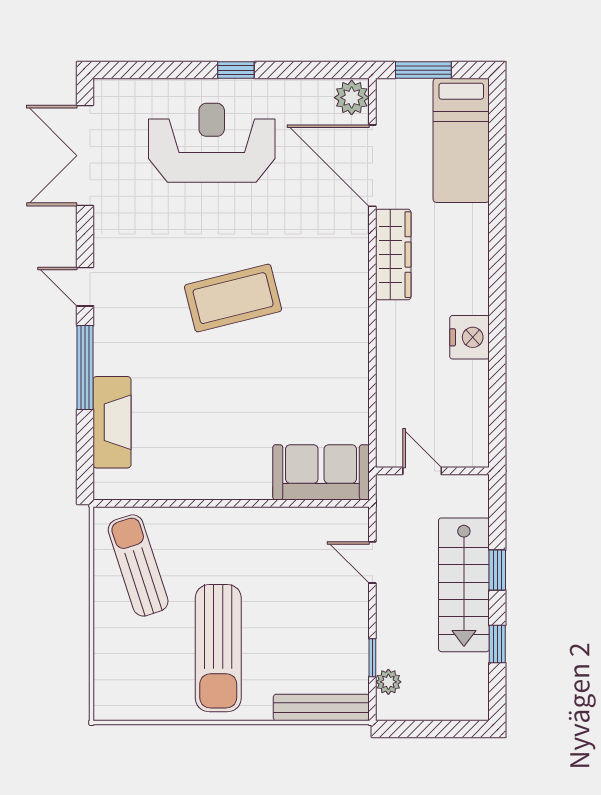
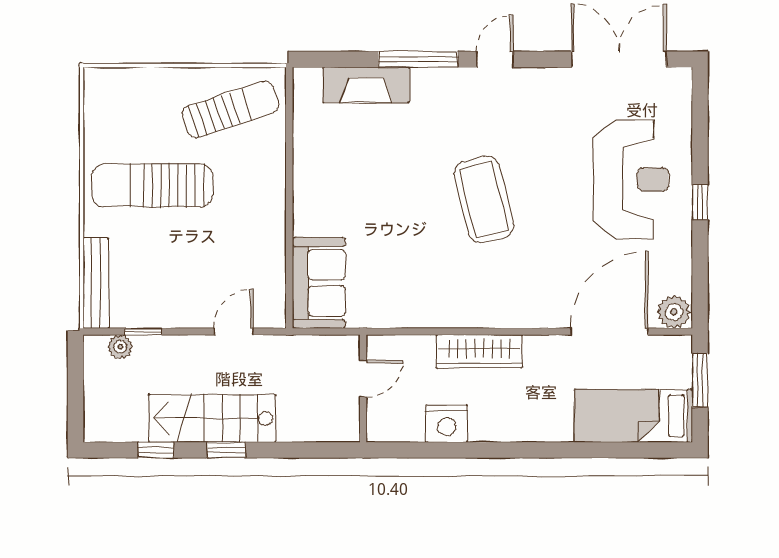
wardrobe: (393, 255) -> (479, 351), moved
door: (422, 471) -> (363, 379), moved
wall: (432, 471) -> (363, 388), moved

